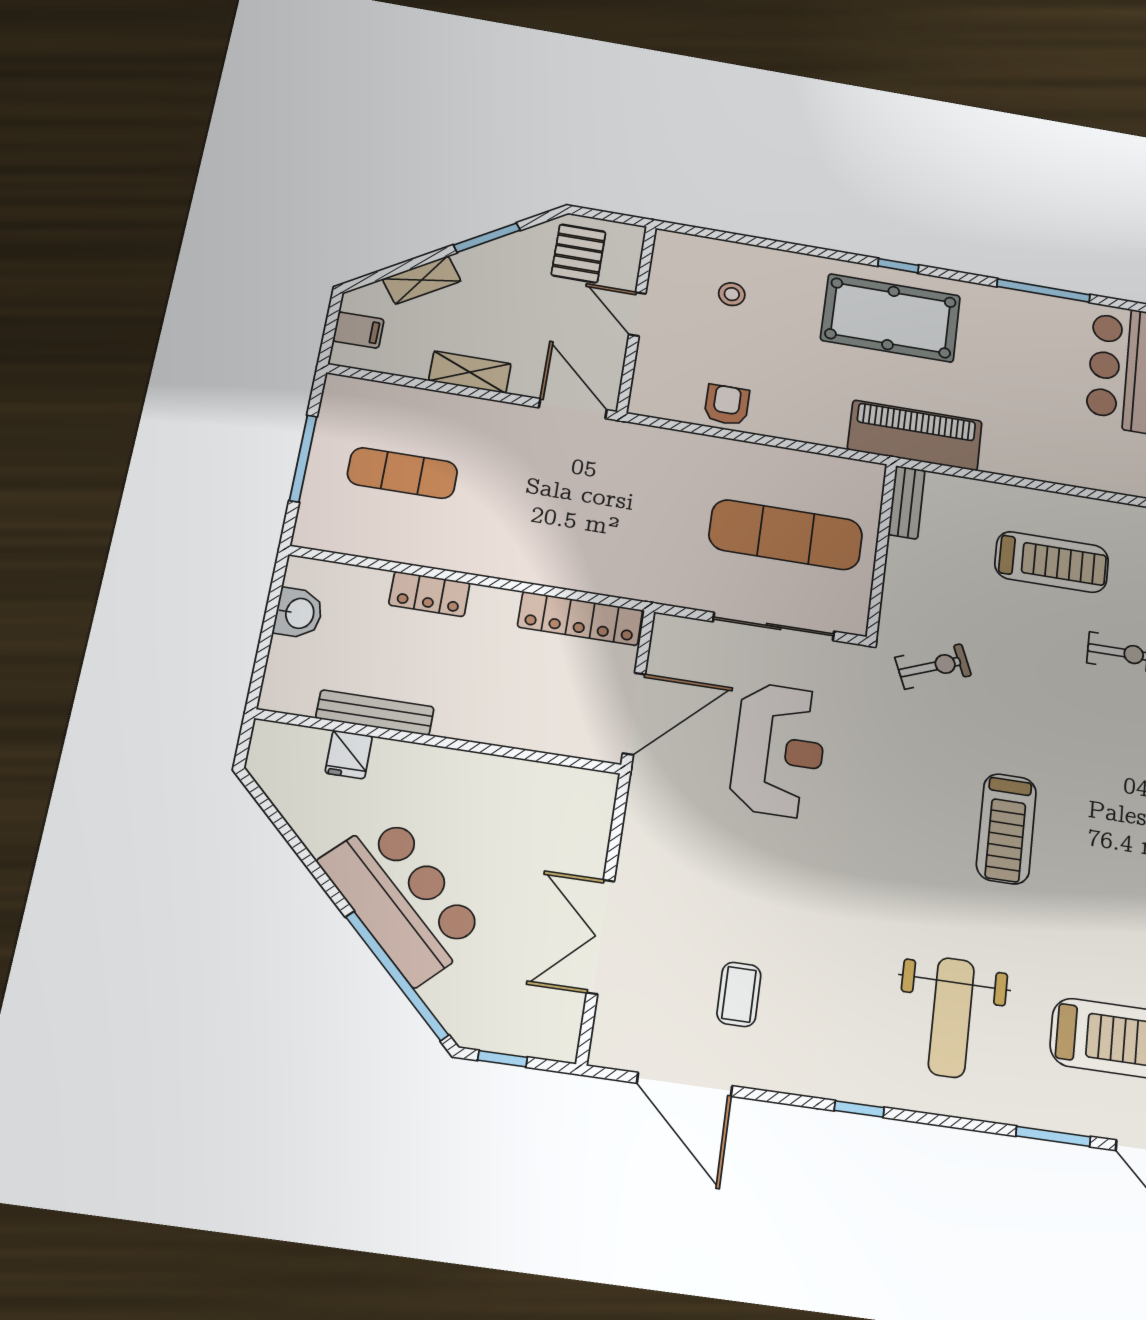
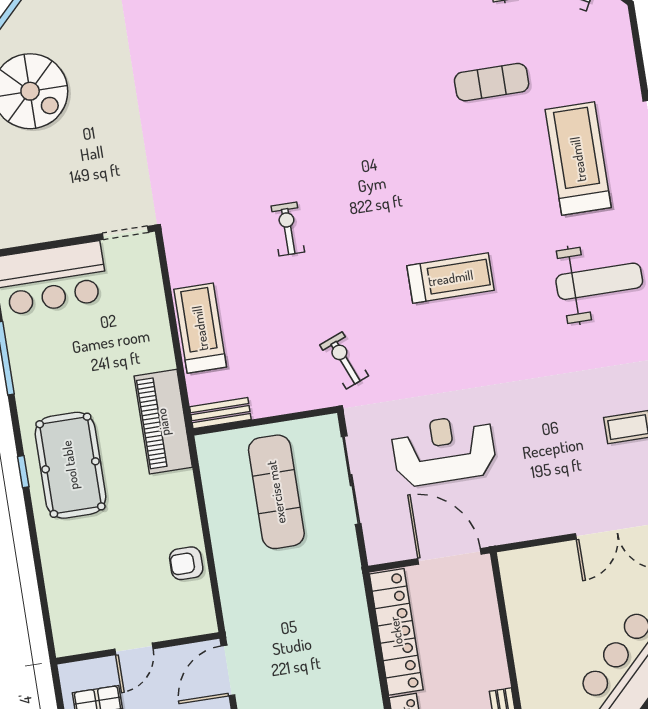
stool: (732, 294) -> (92, 586), removed
treadmill: (1052, 562) -> (200, 328), moved
locker: (580, 619) -> (396, 632), width x1.41, depth x1.21

